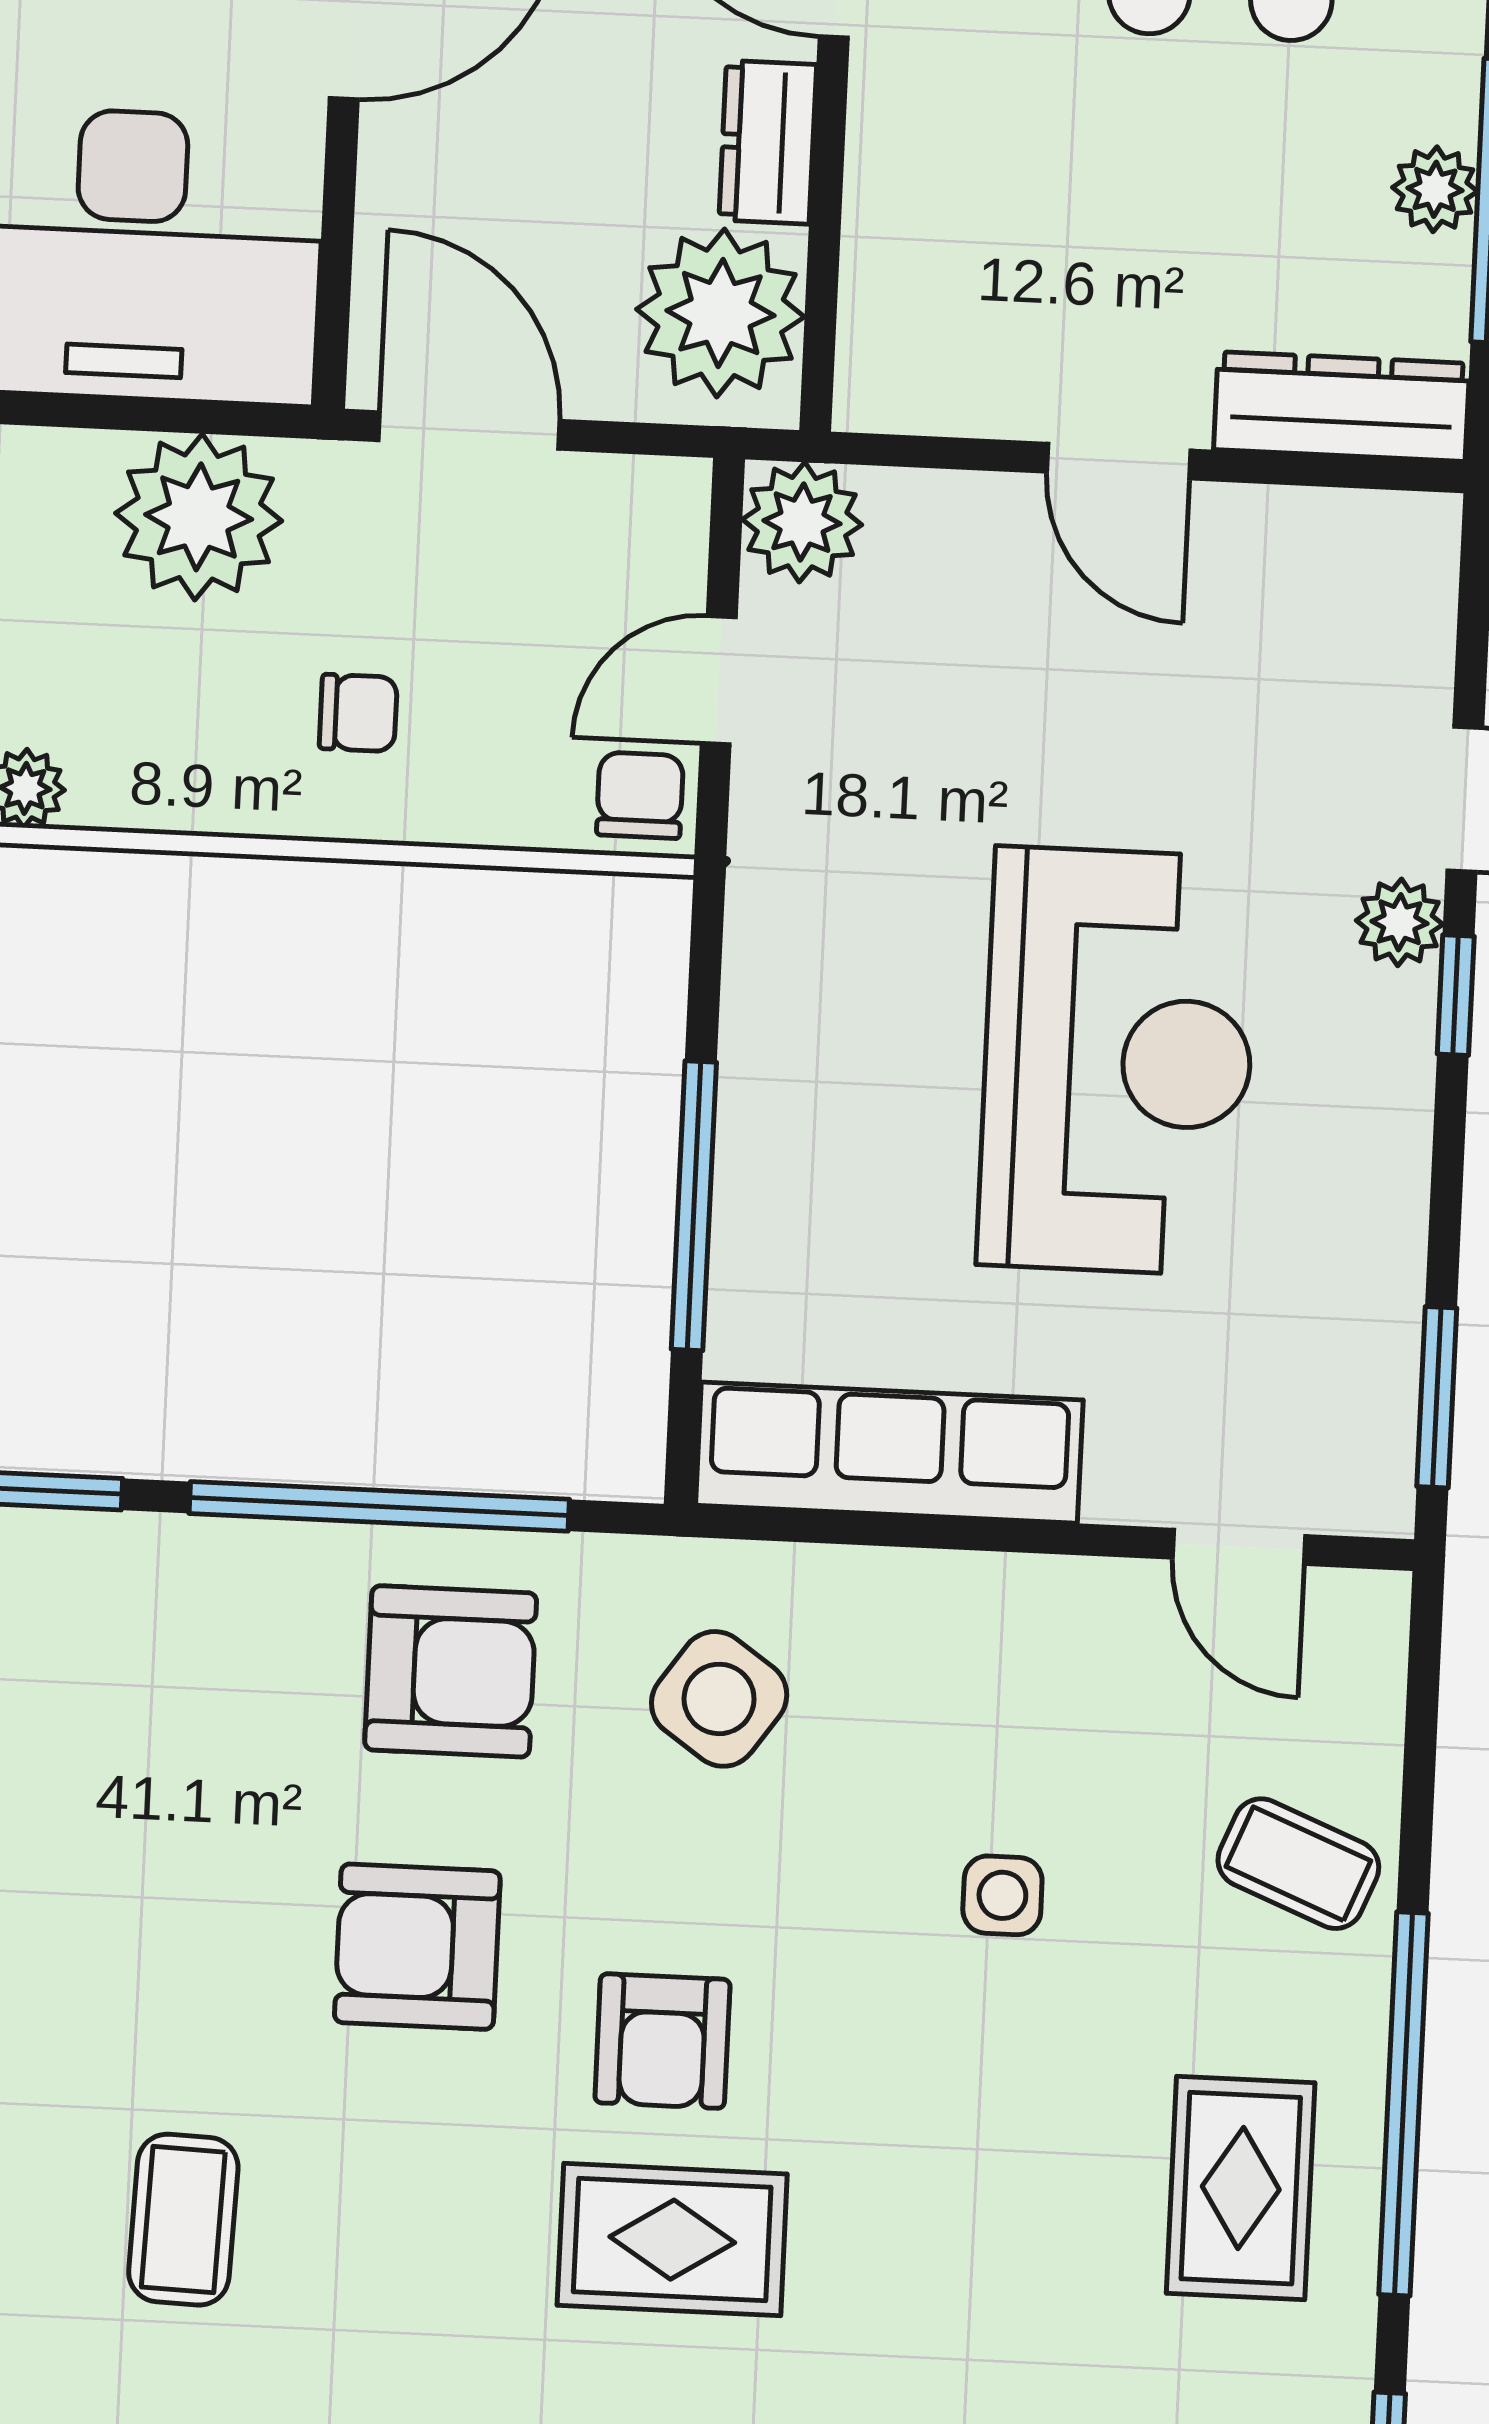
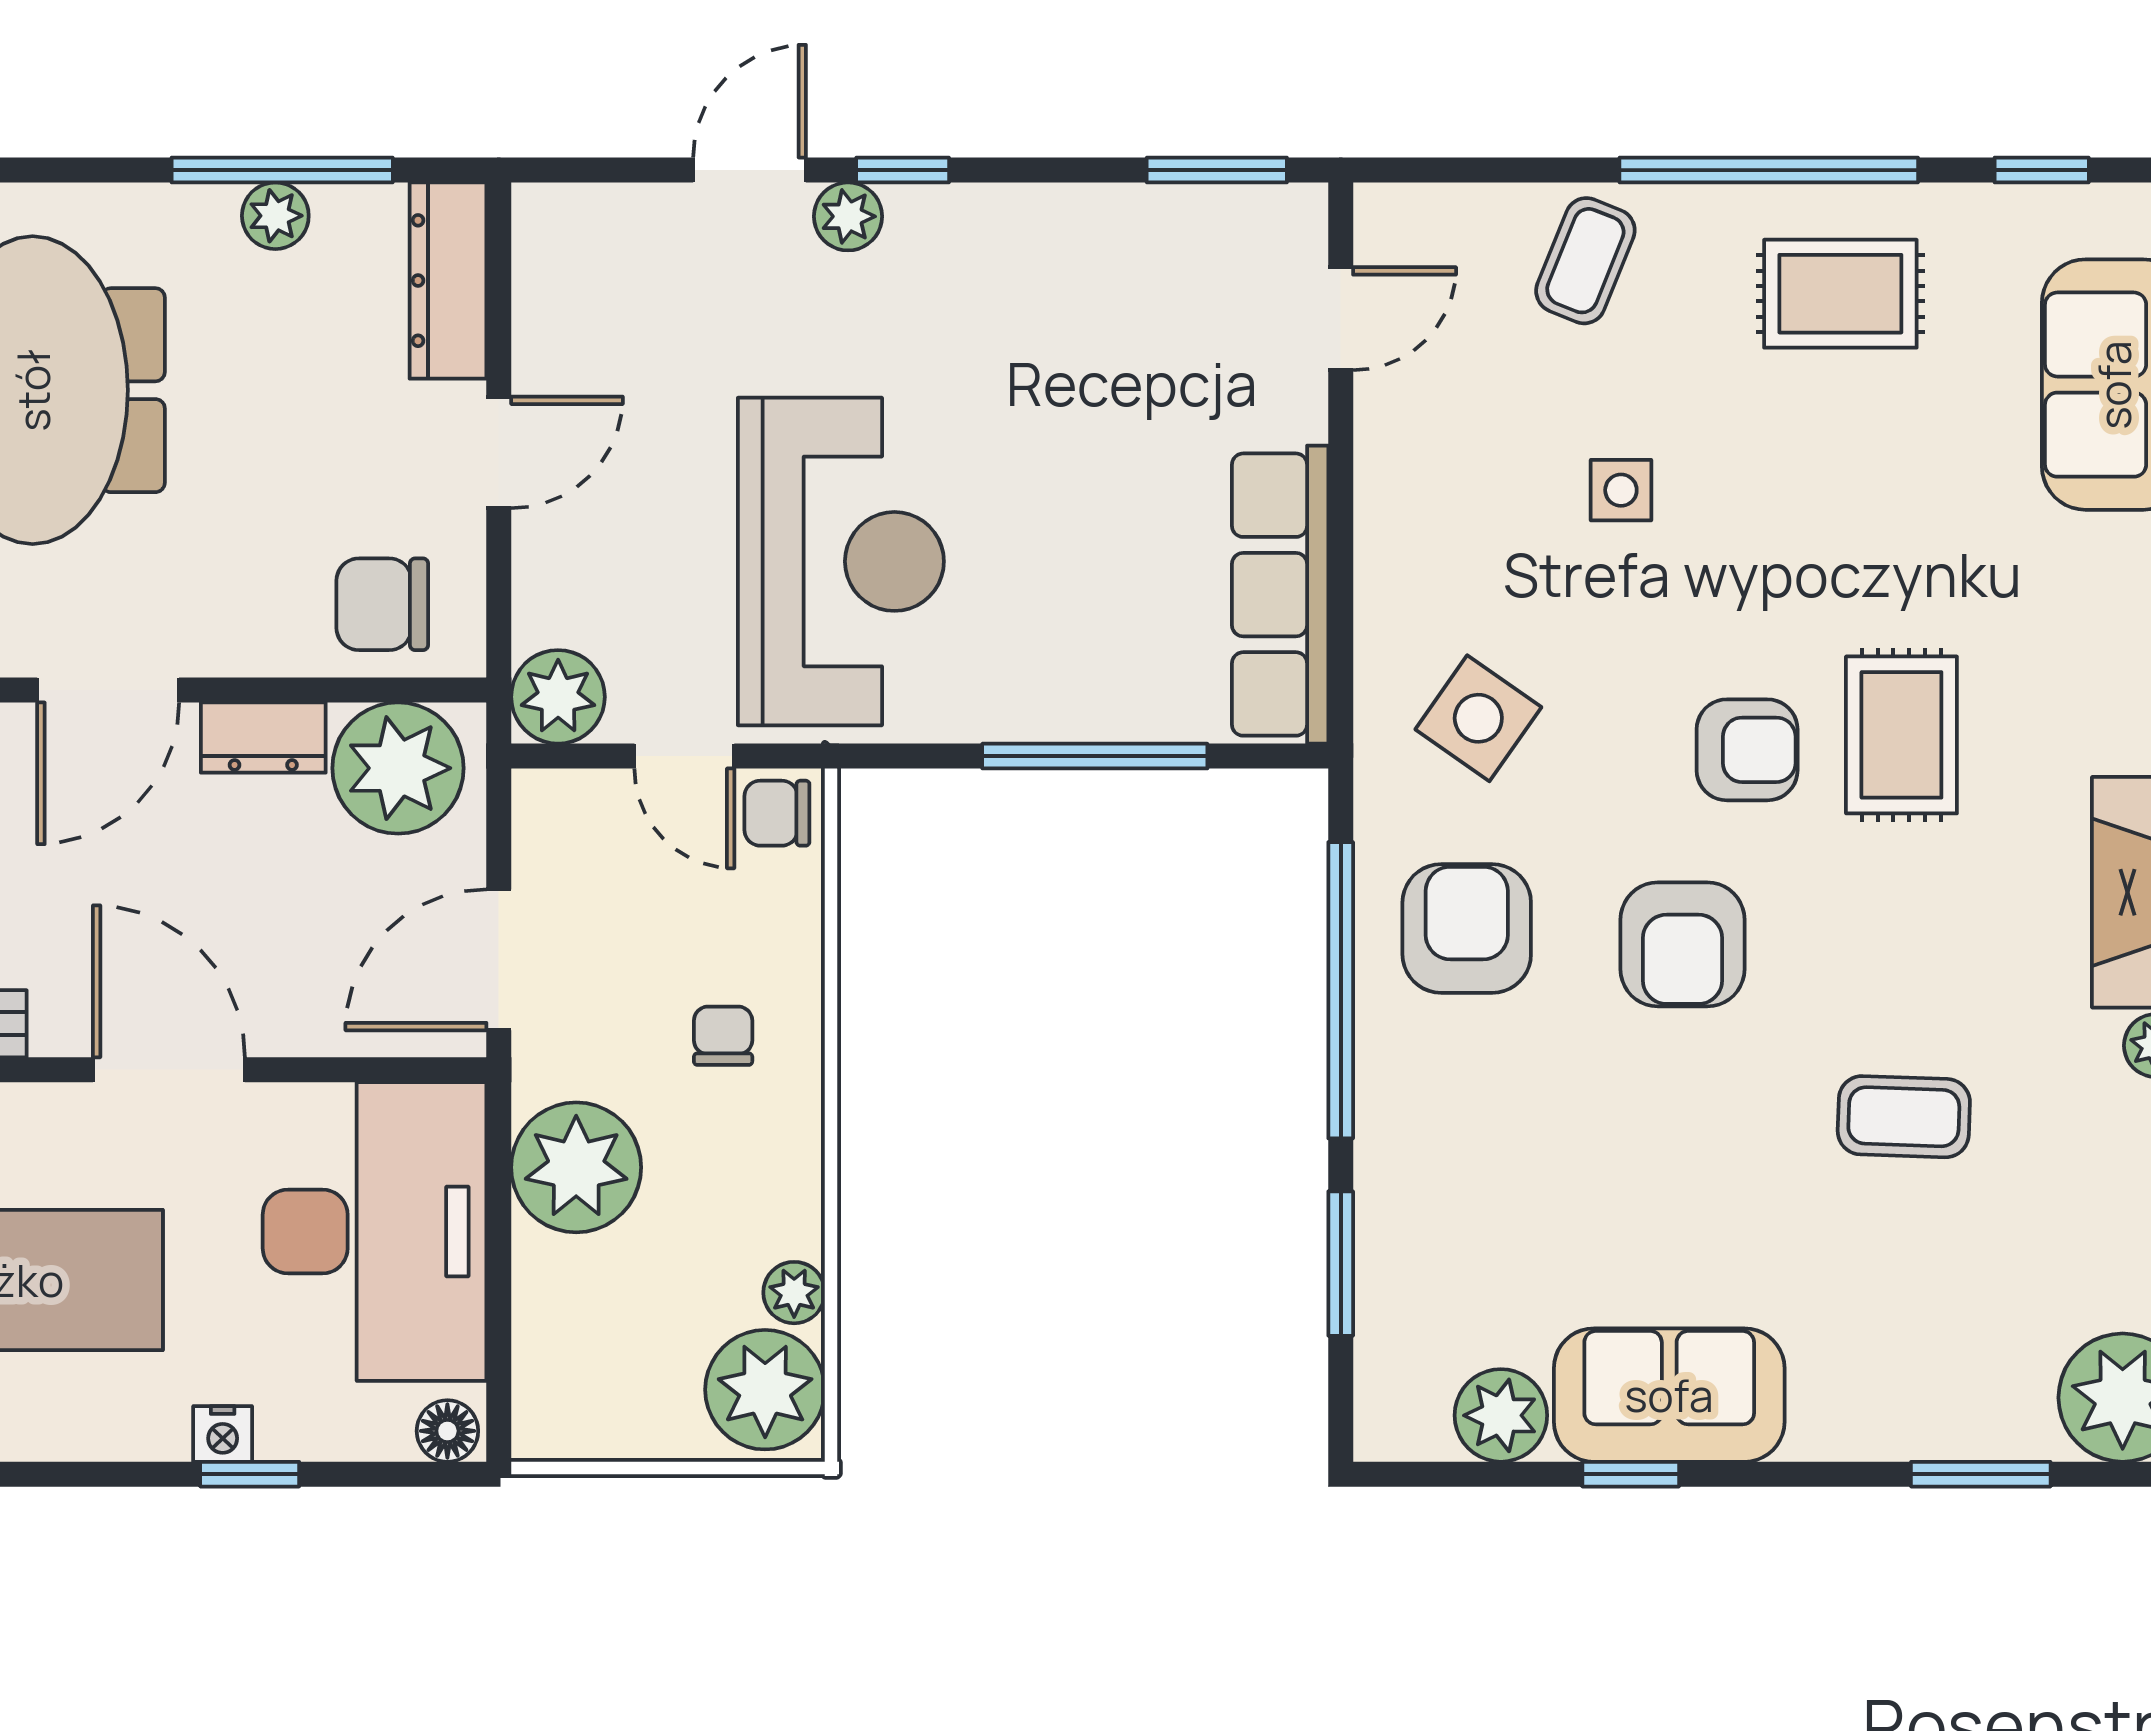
chair: (931, 303) -> (382, 604), added
reception desk: (1118, 1061) -> (841, 561), moved, turned 90

